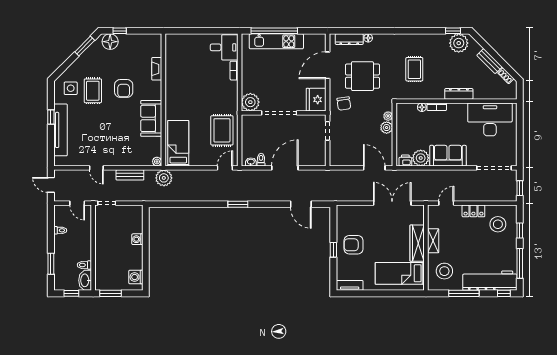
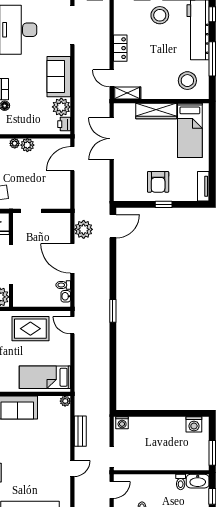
plant: (164, 178) -> (84, 229), moved
door: (301, 204) -> (113, 226), moved
stool: (498, 224) -> (160, 15), moved
washing machine: (137, 239) -> (122, 423), moved
shelving: (433, 241) -> (127, 93), moved

